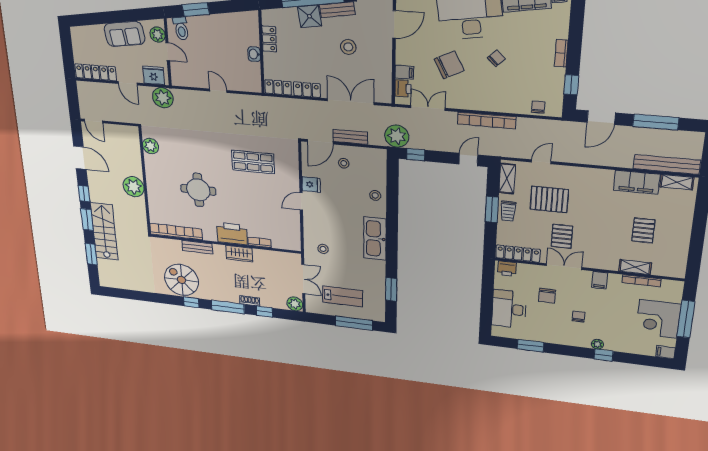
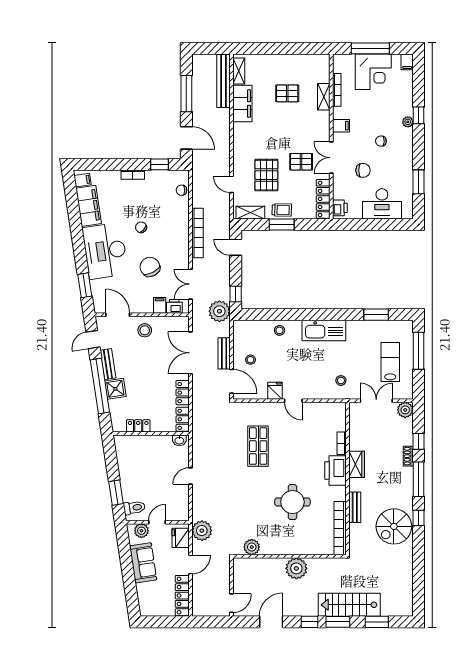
stool: (348, 47) -> (145, 330), moved
washbasin: (254, 54) -> (179, 440), moved

